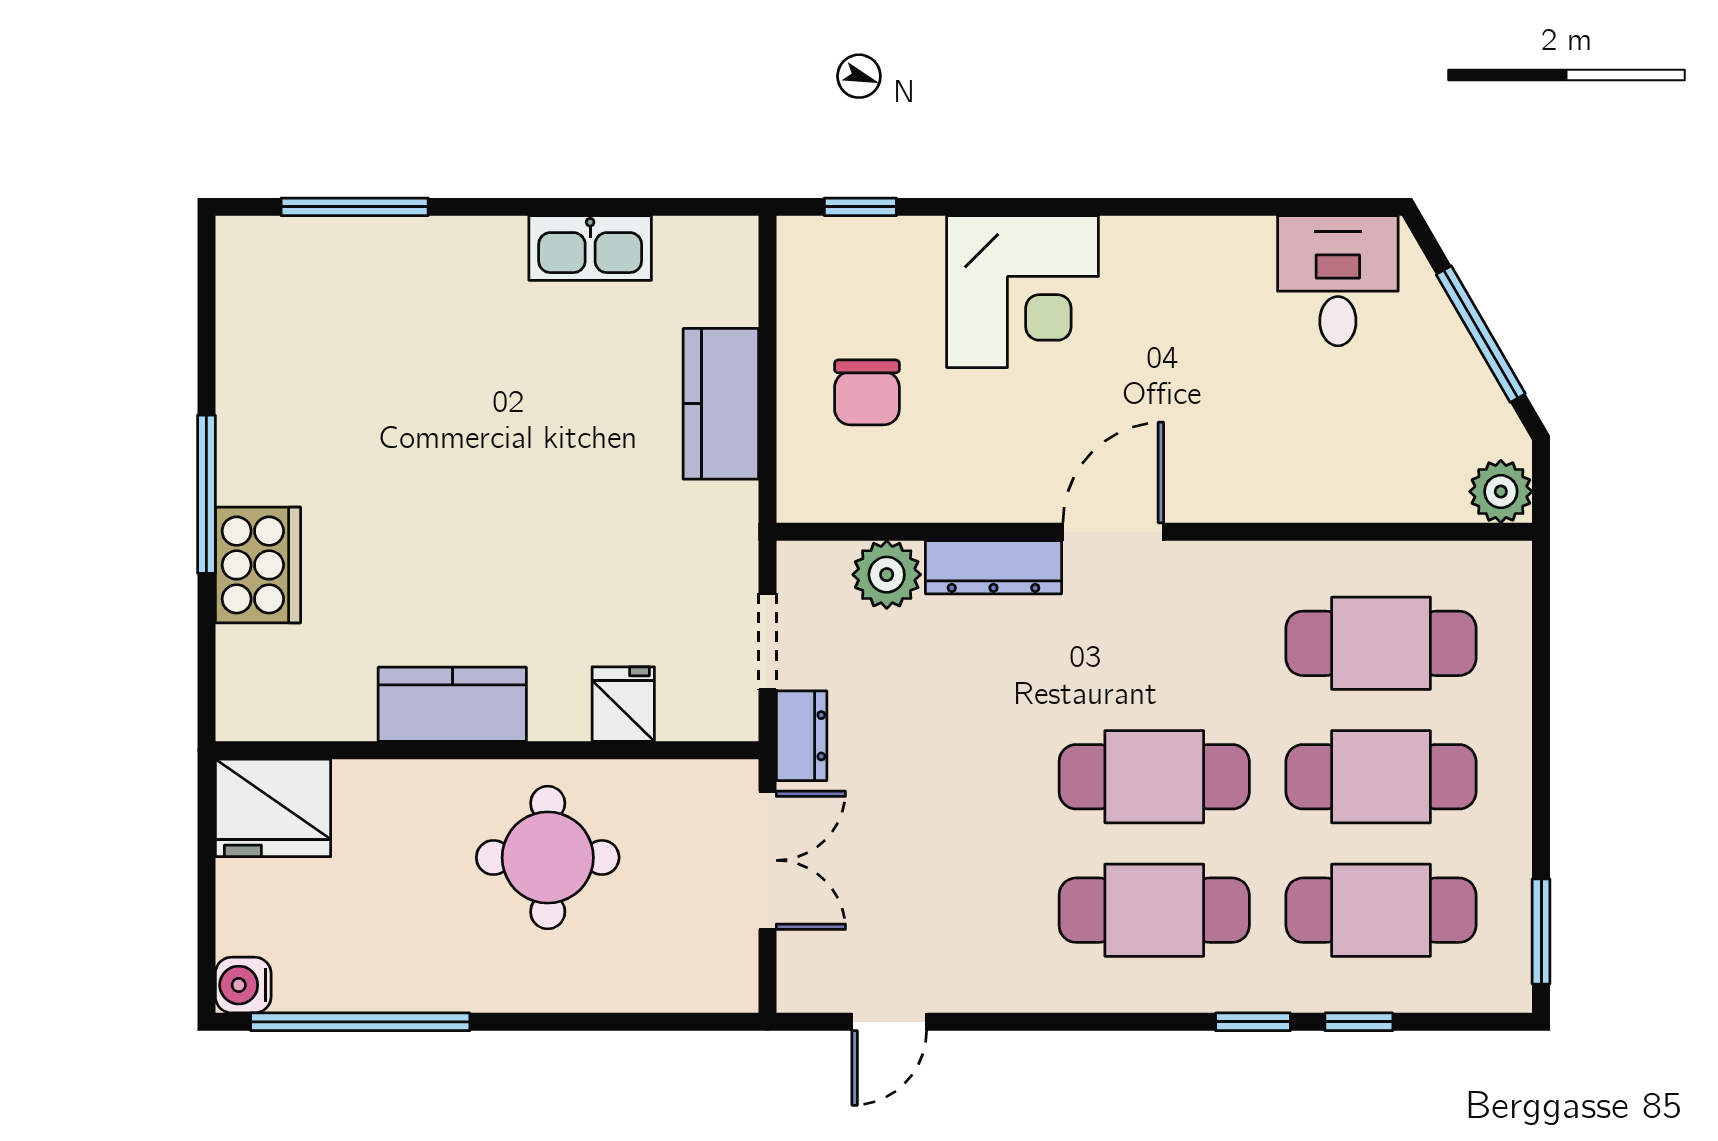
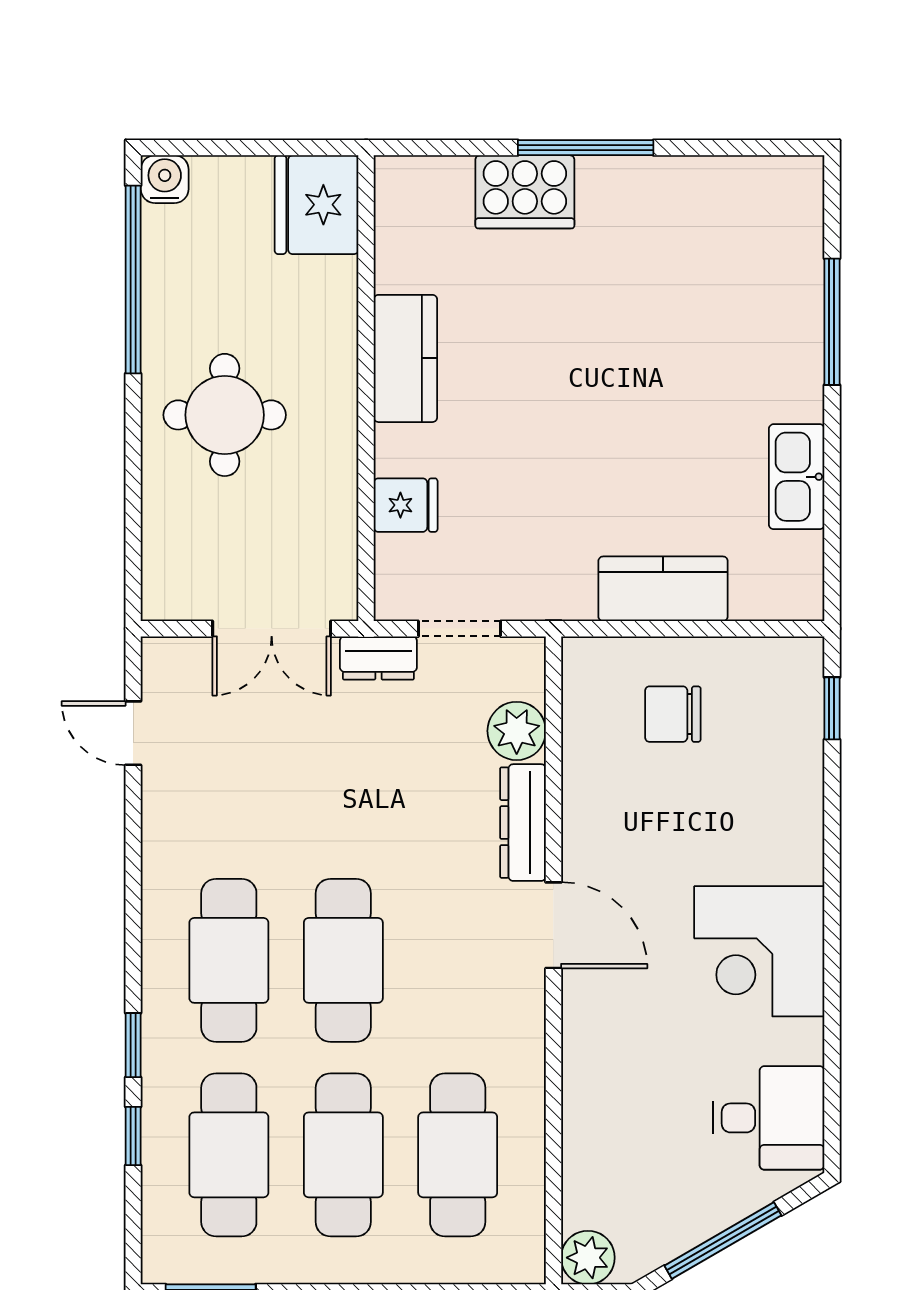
window: (355, 207) -> (832, 322), moved
corner desk: (1023, 292) -> (759, 951), moved
round table: (548, 858) -> (225, 415), moved

